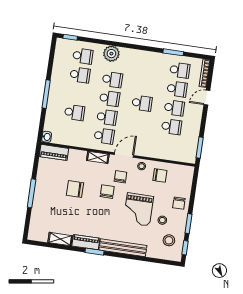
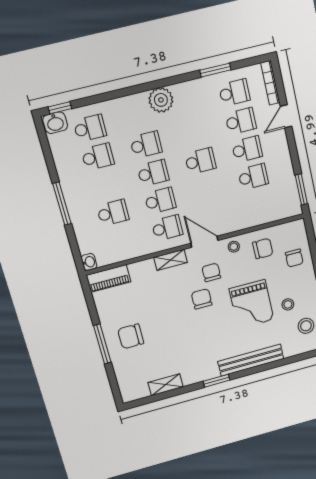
washbasin: (64, 45) -> (55, 123), added
plant: (111, 54) -> (161, 100), moved
door: (124, 155) -> (204, 242), hinge flipped
chair: (75, 189) -> (131, 336), moved
chair: (179, 203) -> (294, 258), moved
piano: (86, 242) -> (200, 374), removed

